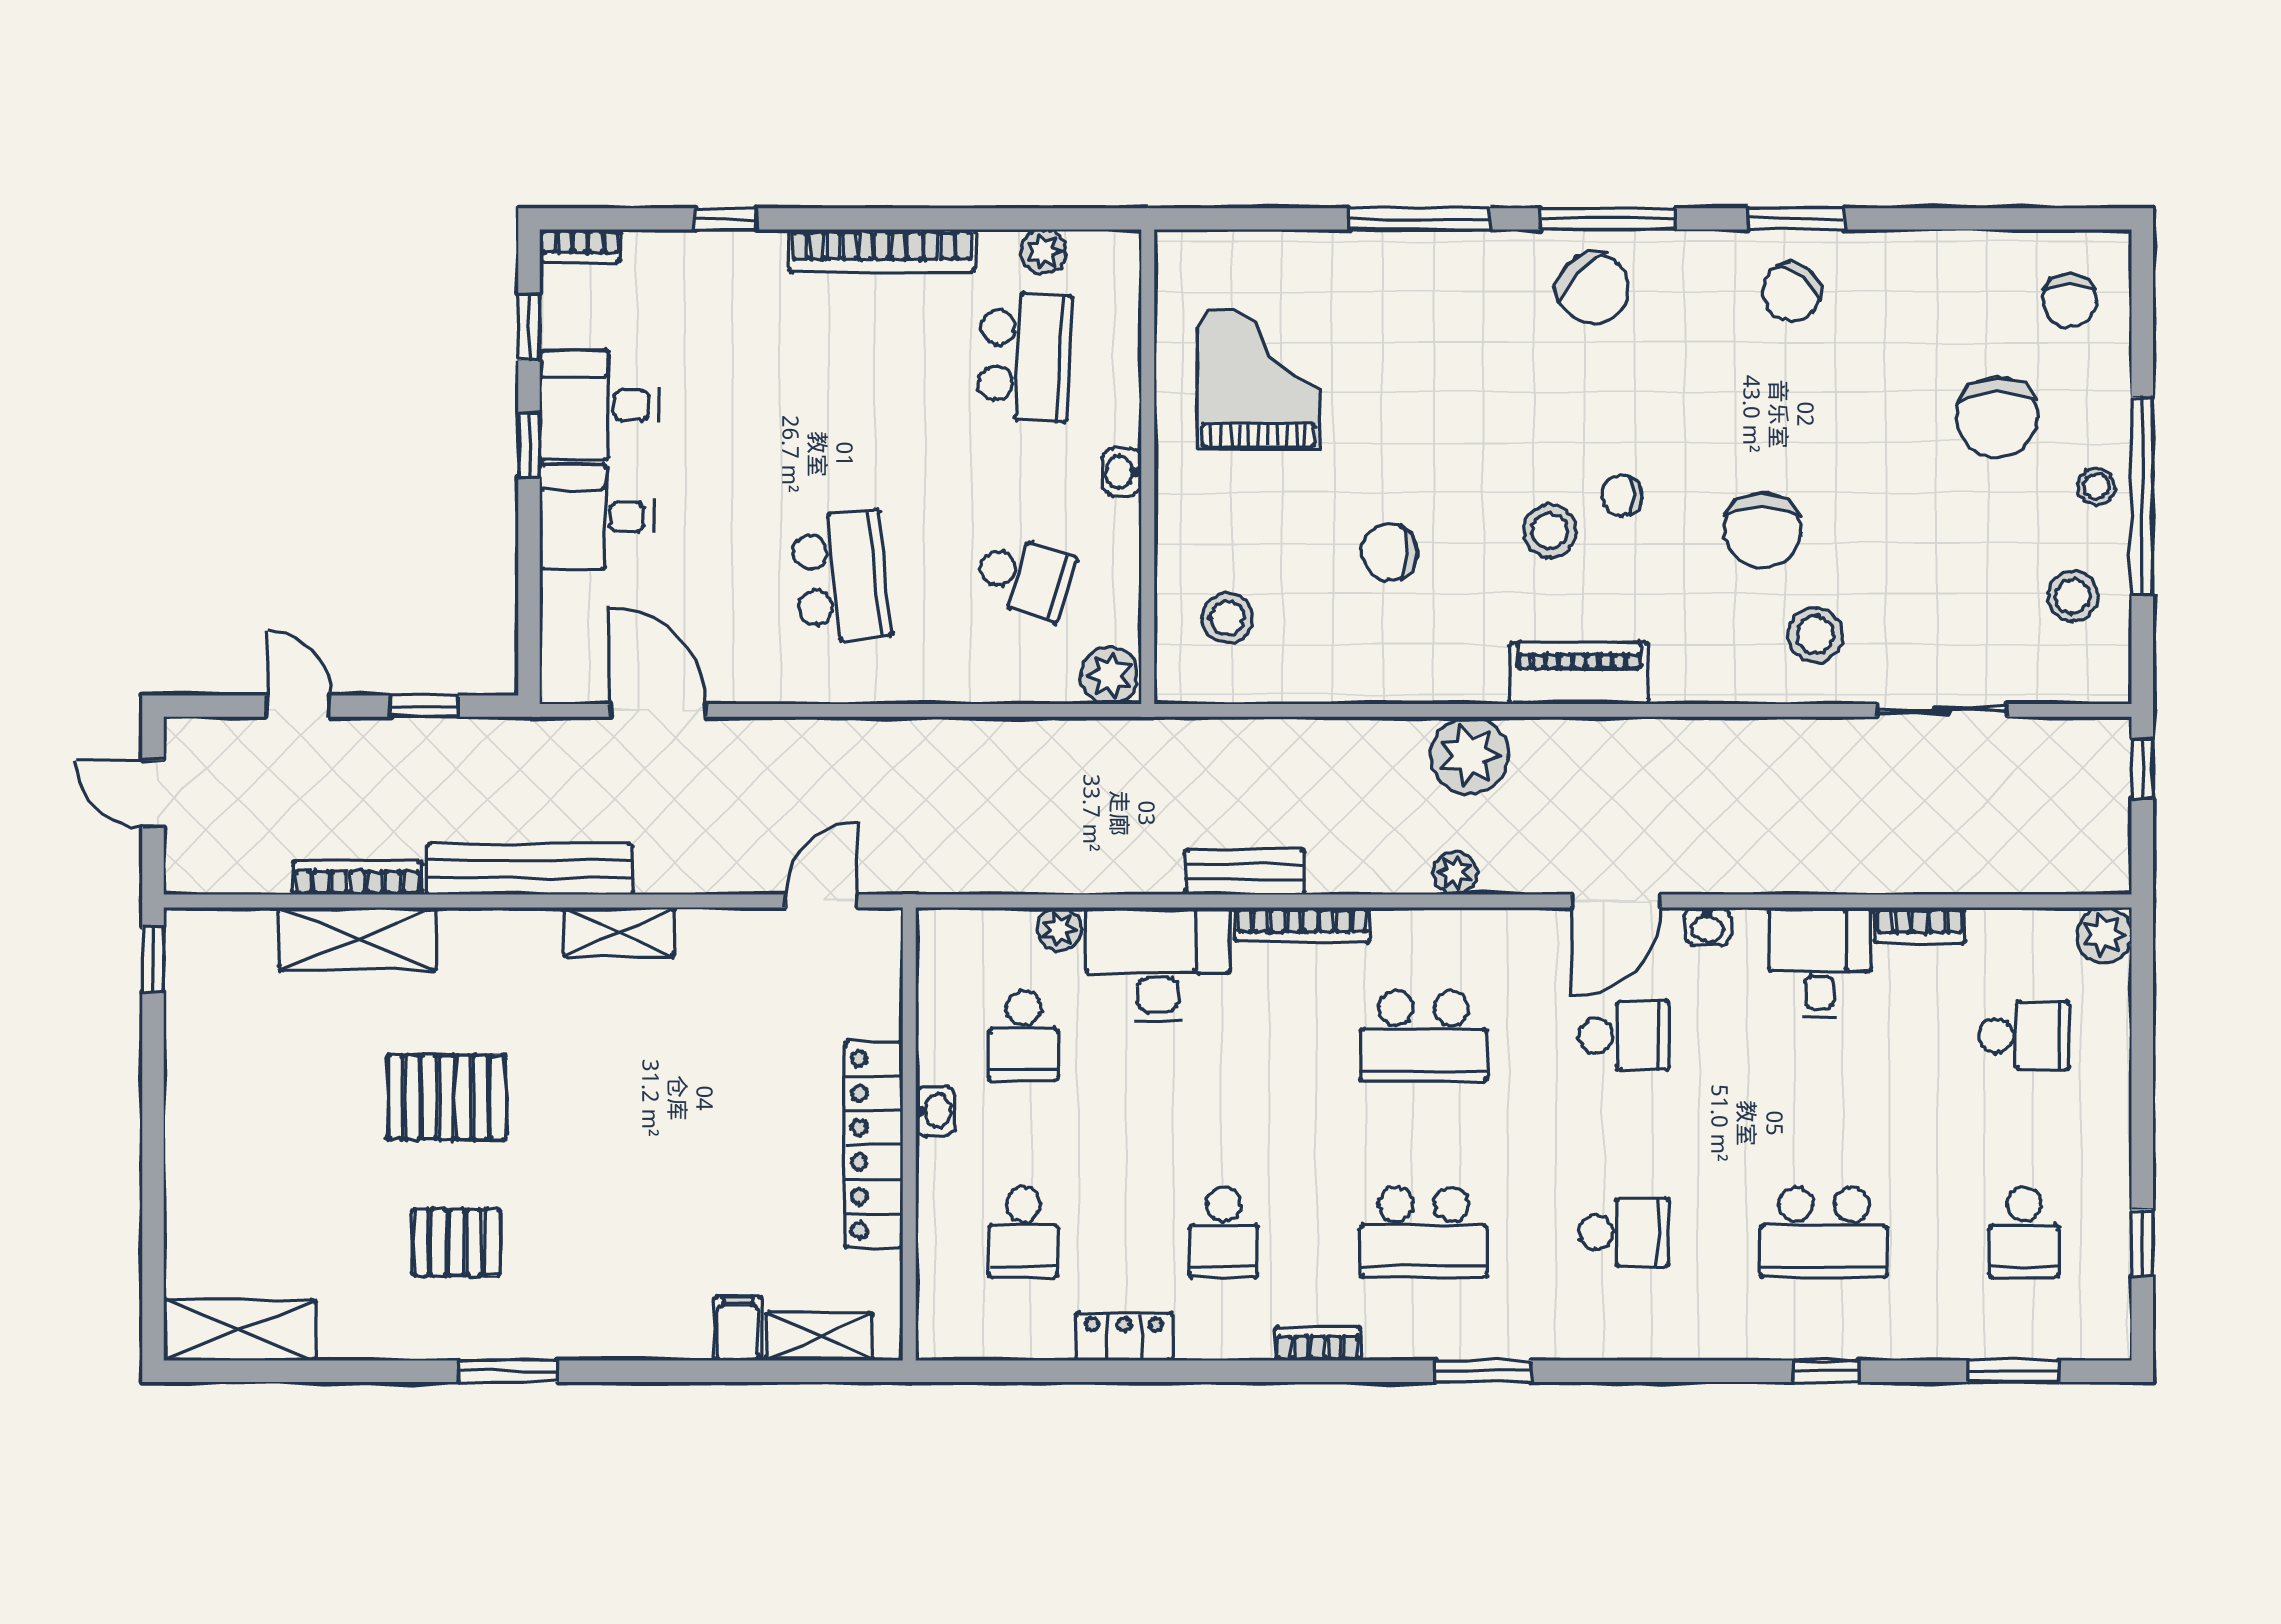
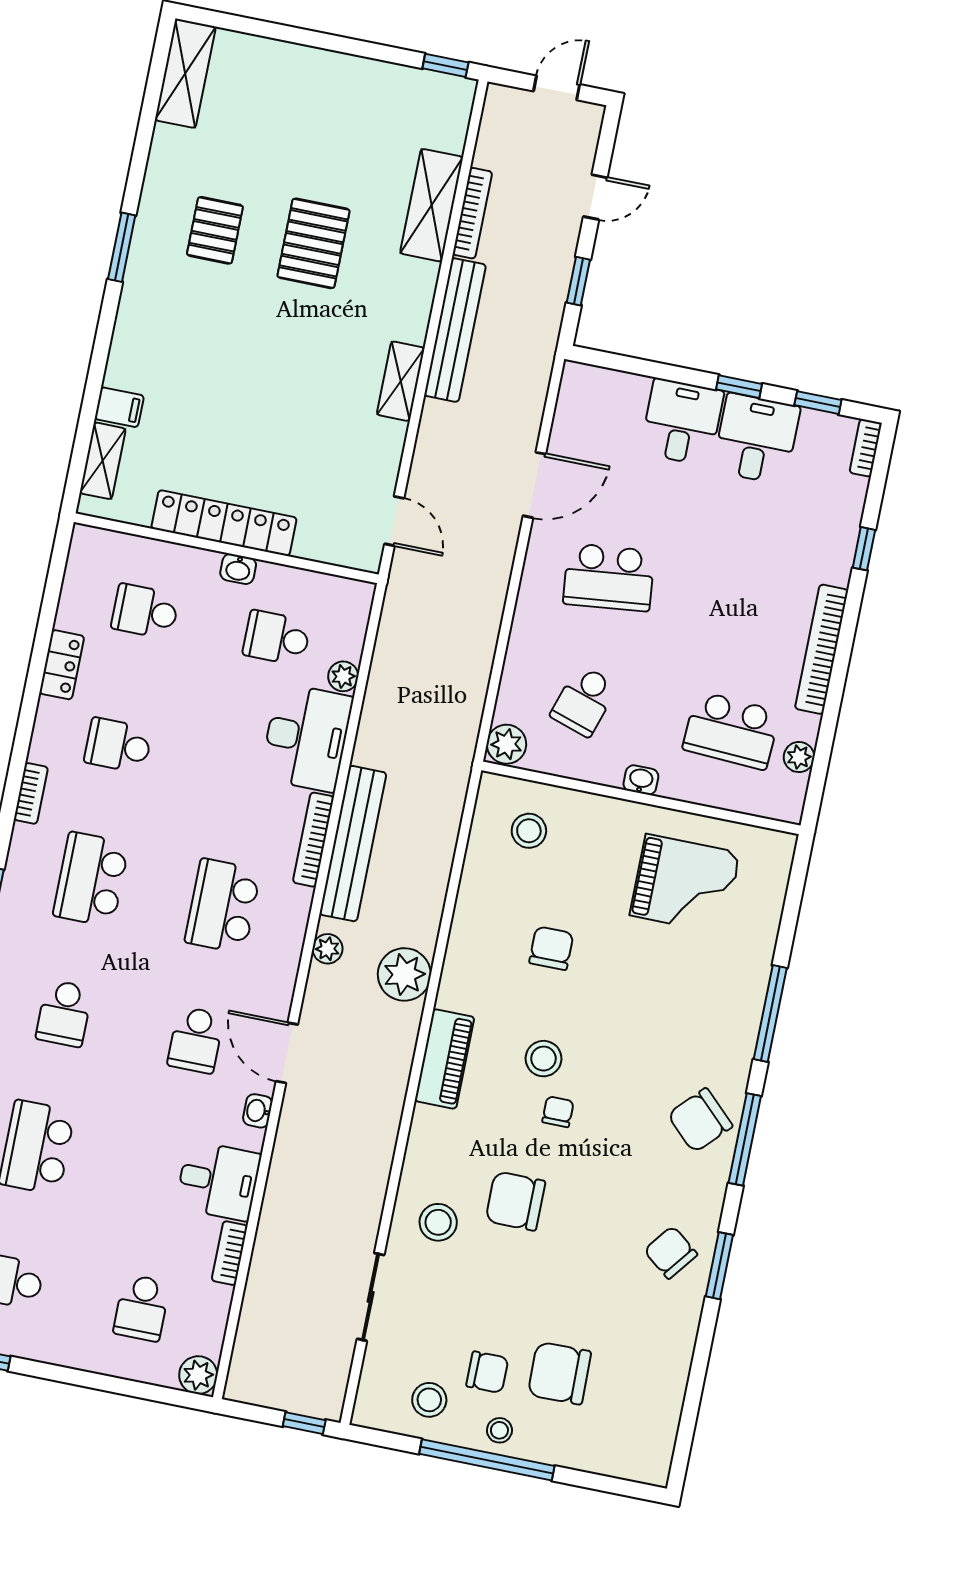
chair: (2070, 301) -> (487, 1372), moved, turned 180
door: (658, 710) -> (534, 485), moved
bench: (1245, 872) -> (353, 844), width x1.86, depth x1.21

